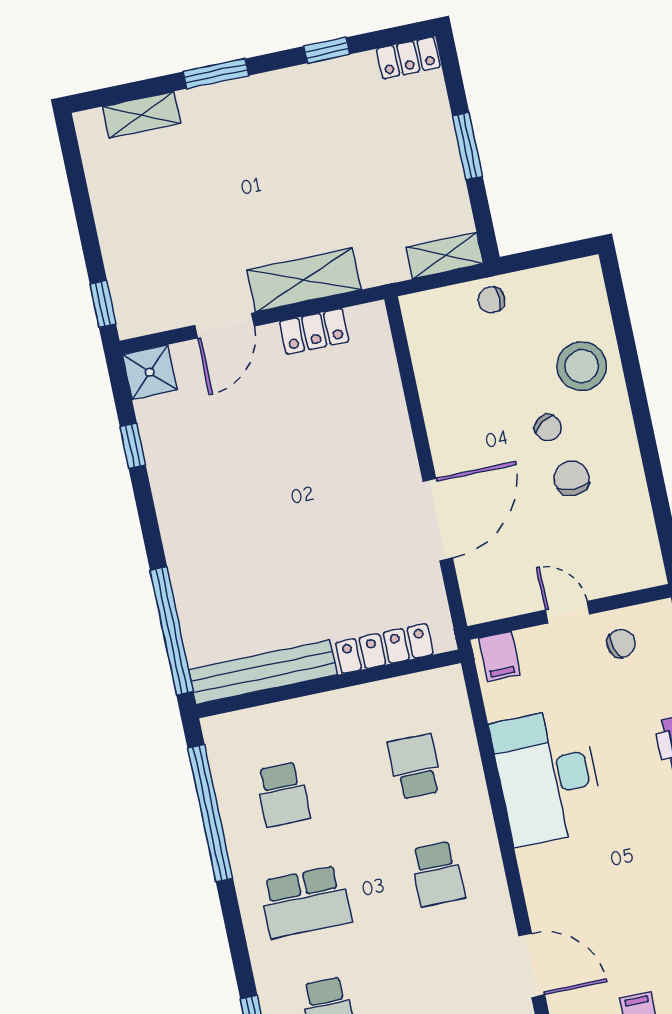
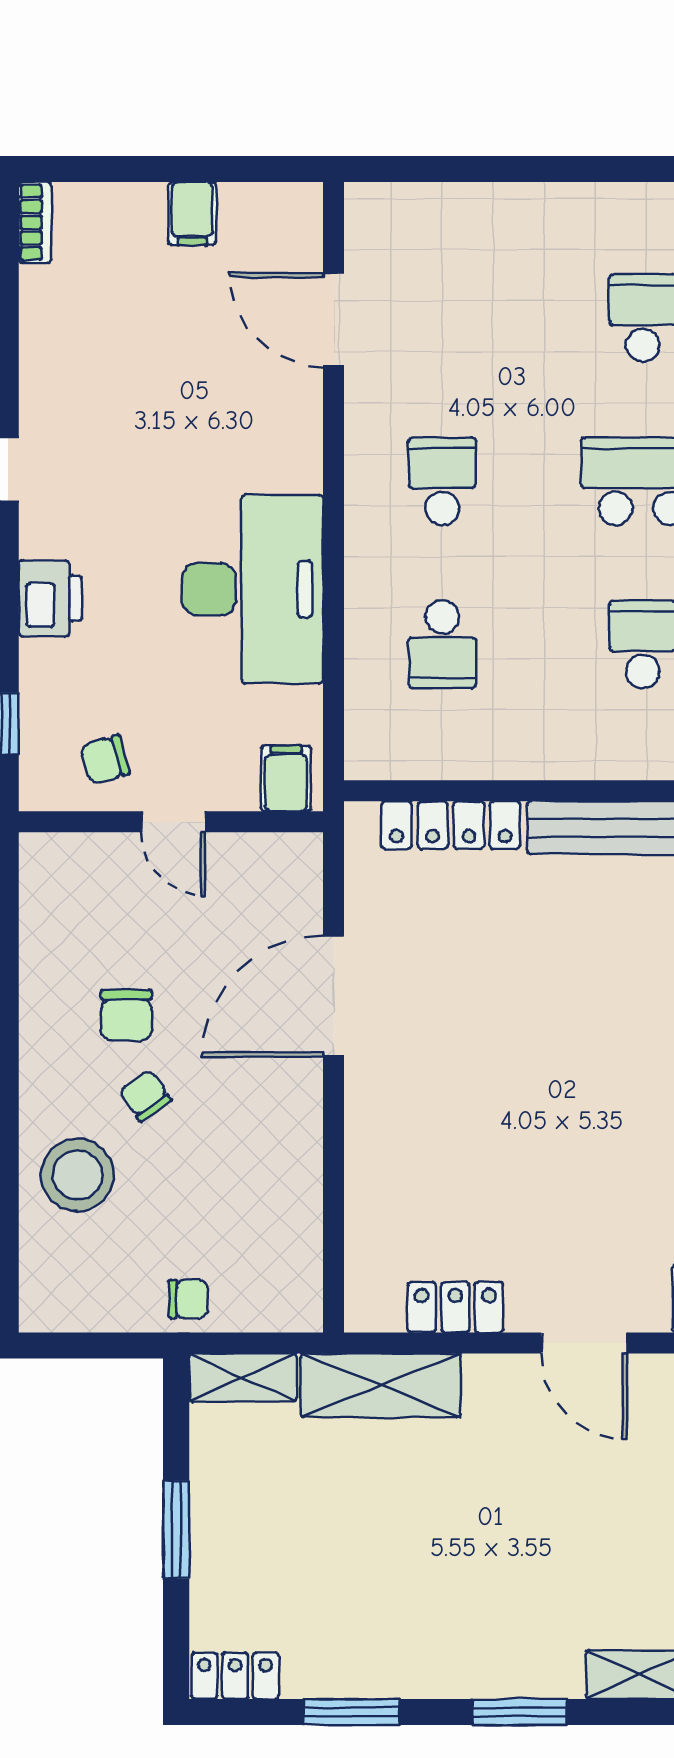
window: (327, 50) -> (351, 1712), width x1.50
shelving: (304, 280) -> (381, 1385), moved
door: (225, 326) -> (584, 1343), swing flipped

